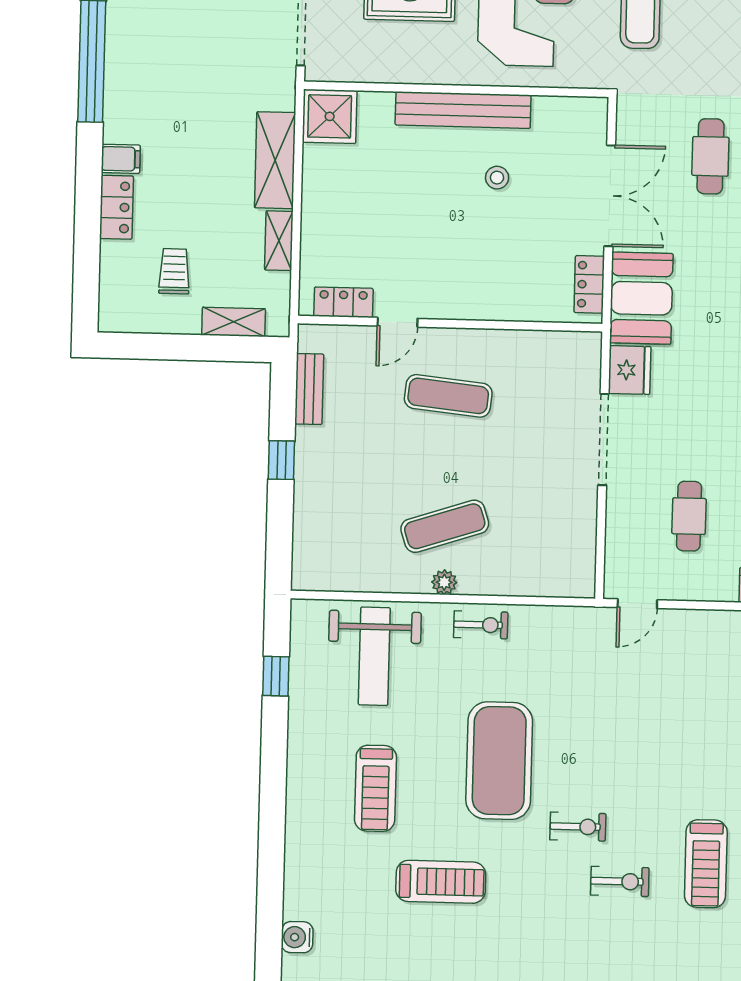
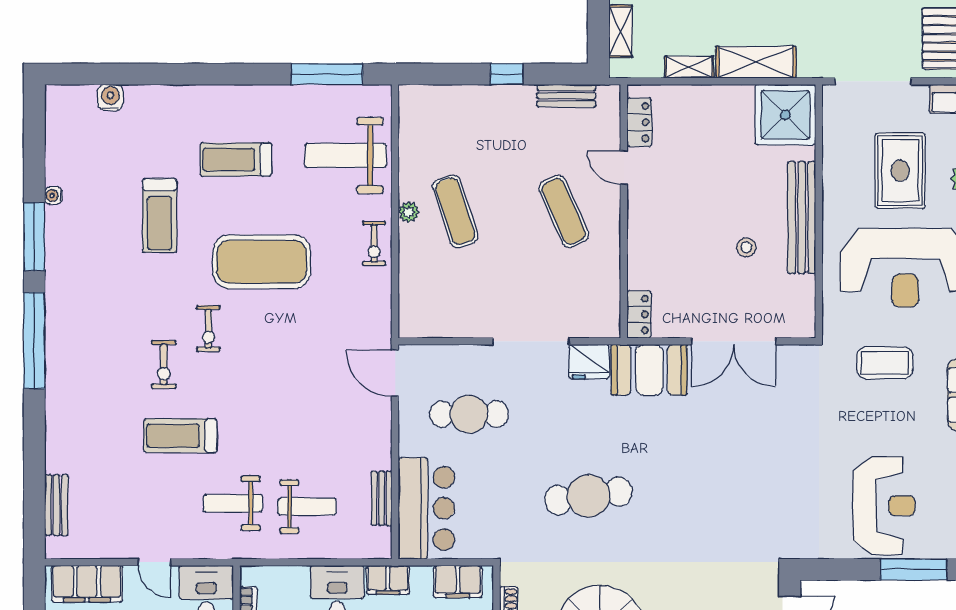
shower: (330, 116) -> (785, 115), width x1.37, depth x1.37
cafe table: (710, 156) -> (769, 424), removed
locker: (589, 284) -> (639, 314), moved, turned 90
exercise mat: (448, 396) -> (564, 211), turned -30
cafe table: (689, 516) -> (469, 414), width x1.37, depth x1.35
door: (637, 604) -> (395, 373), width x1.38
window: (276, 676) -> (327, 74), width x2.17

